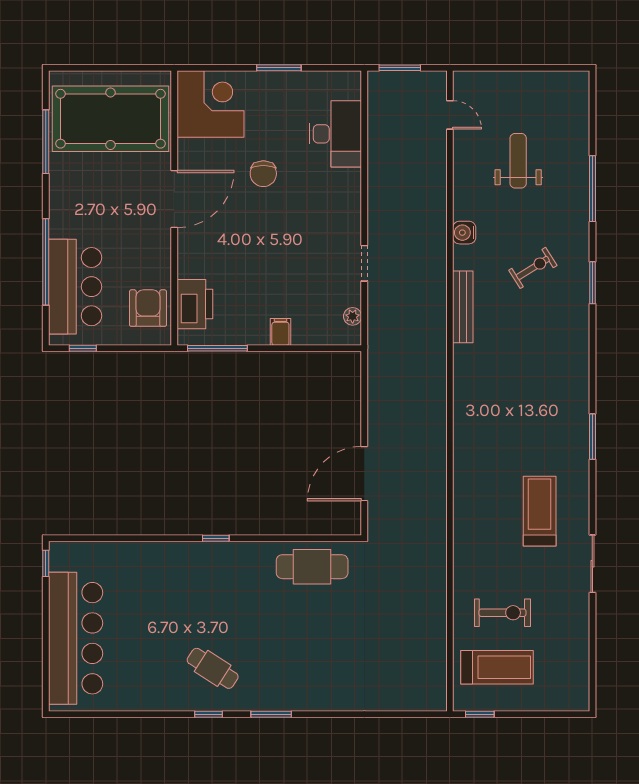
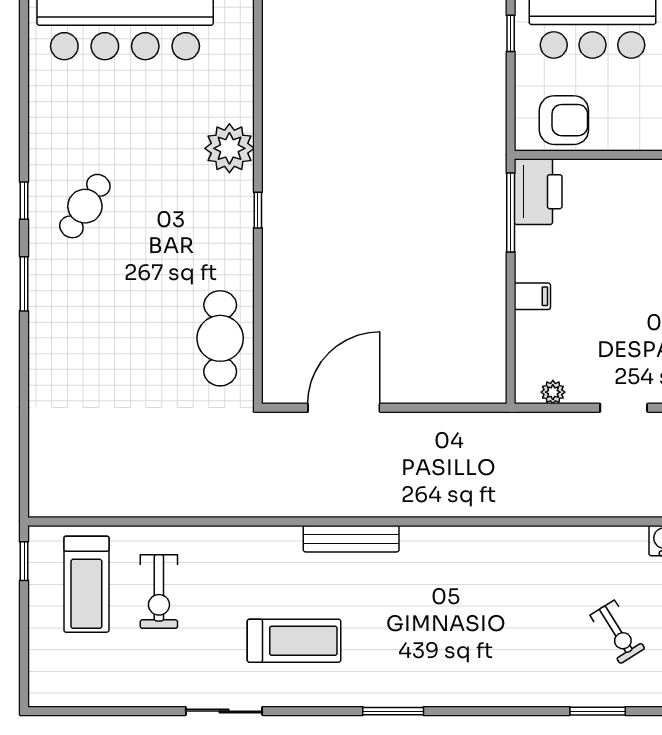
printer: (195, 304) -> (538, 192), moved, turned -90
bench: (463, 307) -> (351, 539), moved
door: (364, 474) -> (344, 408), hinge flipped
plant: (169, 560) -> (229, 148), added

